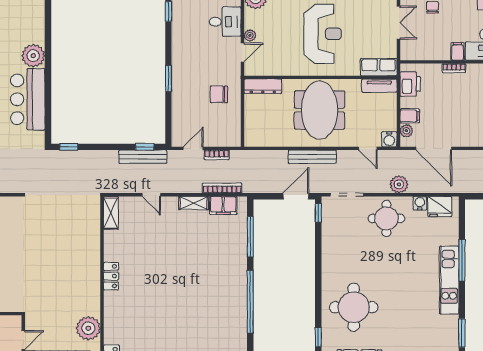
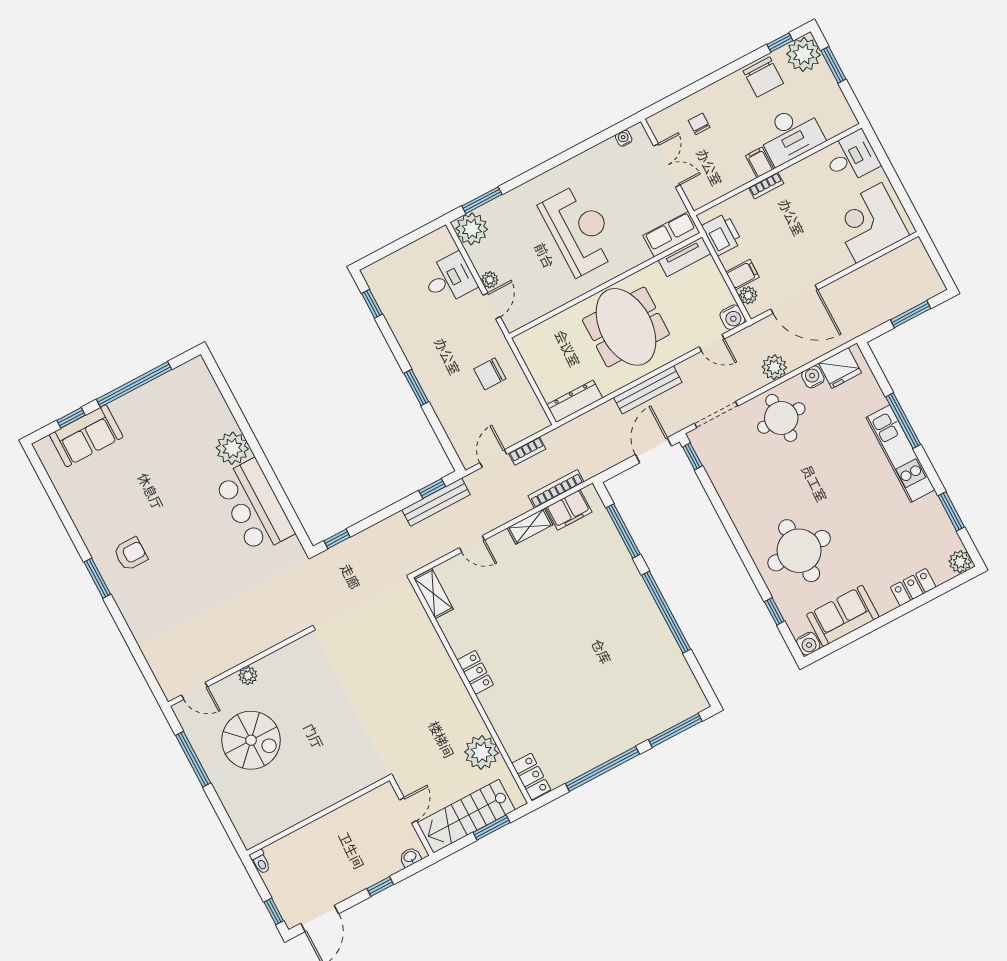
dresser: (263, 86) -> (575, 401), moved, turned 180

